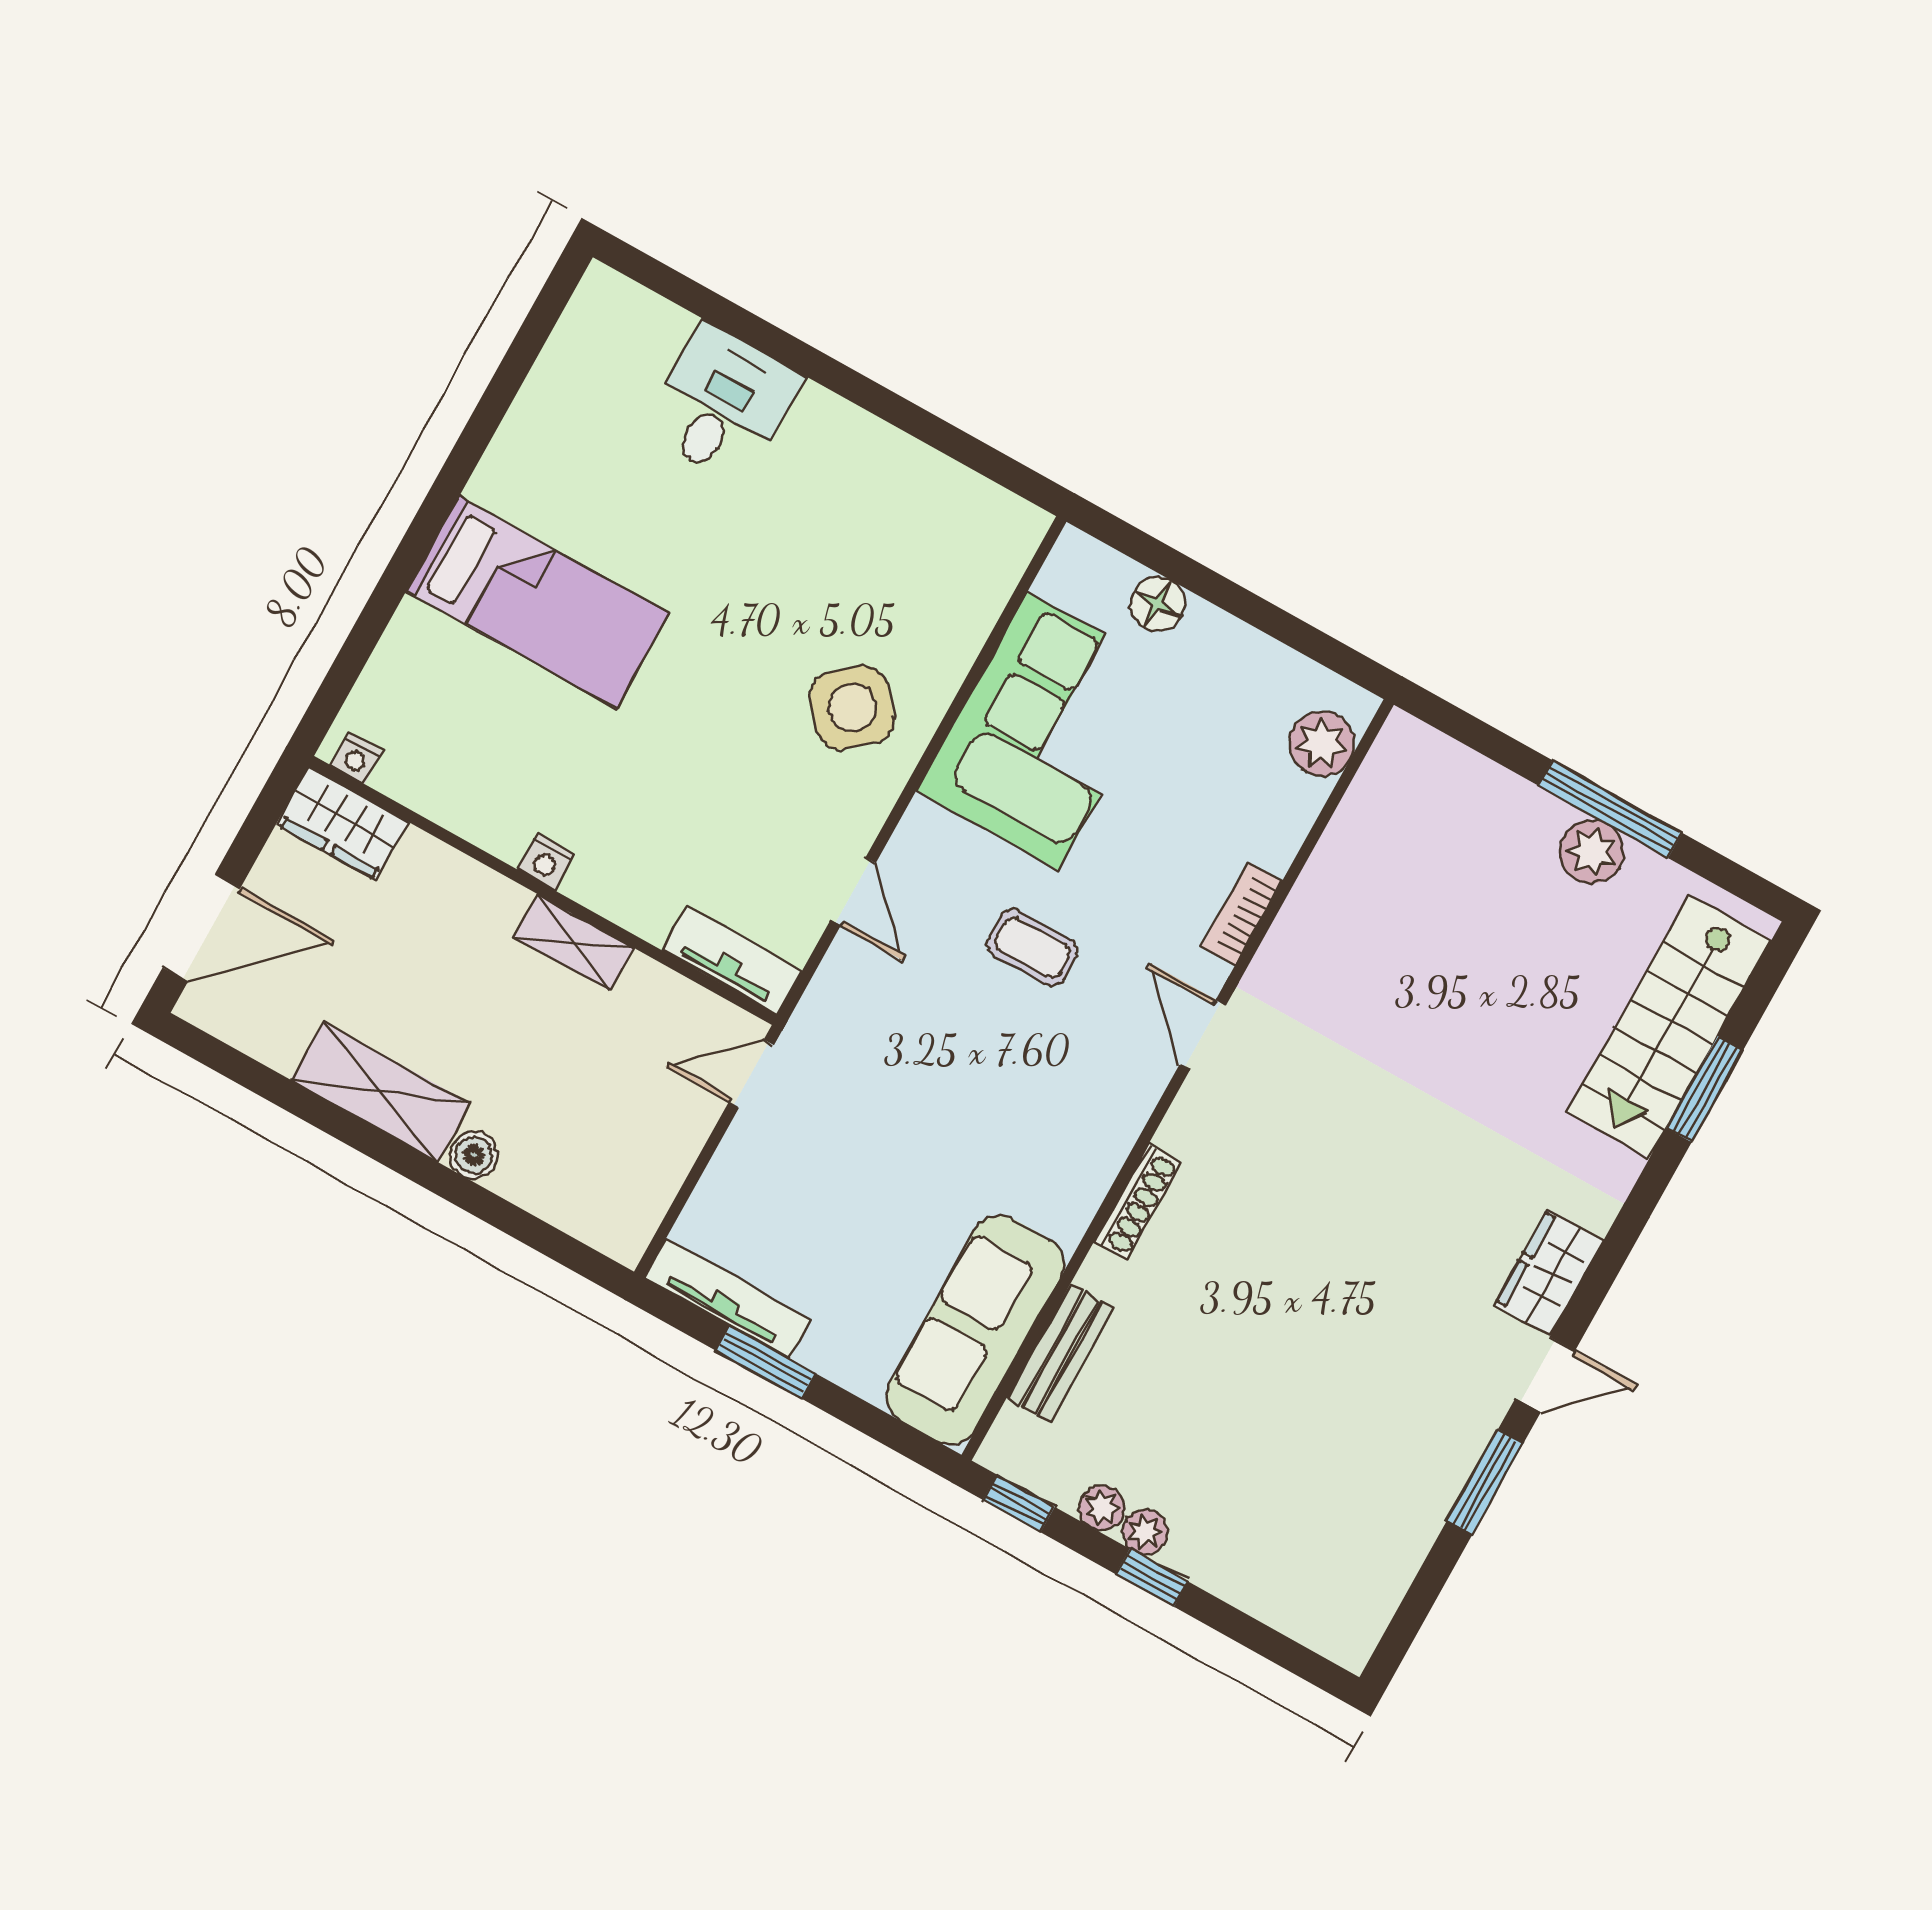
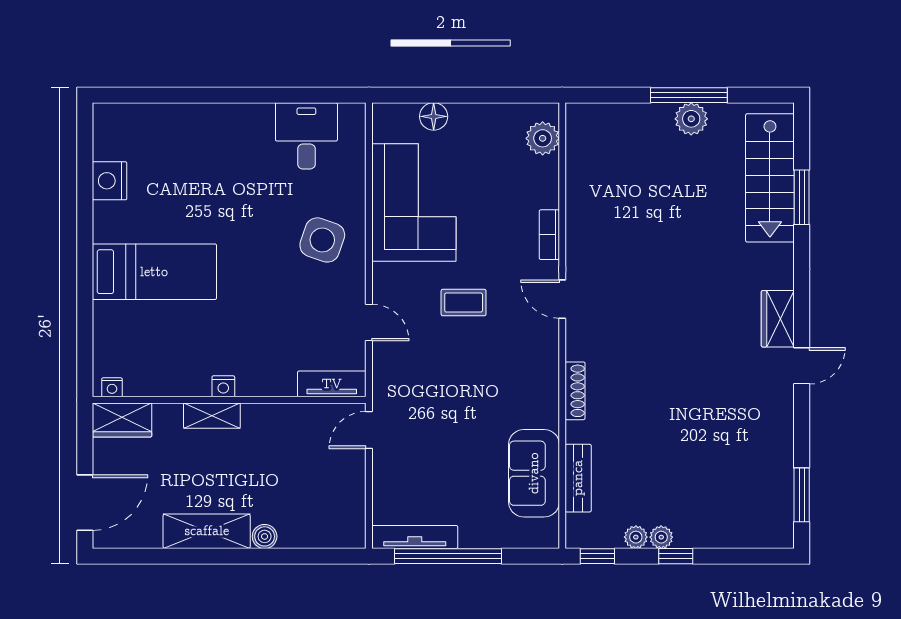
desk: (722, 404) -> (306, 136), moved
nightstand: (548, 406) -> (110, 181), added
side table: (852, 708) -> (322, 240), turned -30
shelving: (574, 943) -> (212, 416), moved
sofa: (975, 1330) -> (534, 473), width x0.73
window: (766, 1362) -> (448, 556), width x2.11
window: (1485, 1482) -> (802, 495), moved

